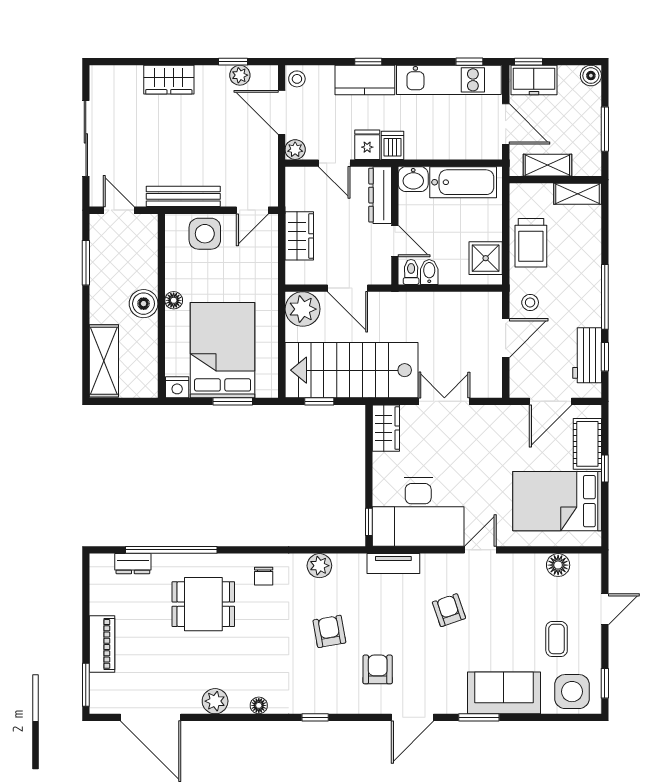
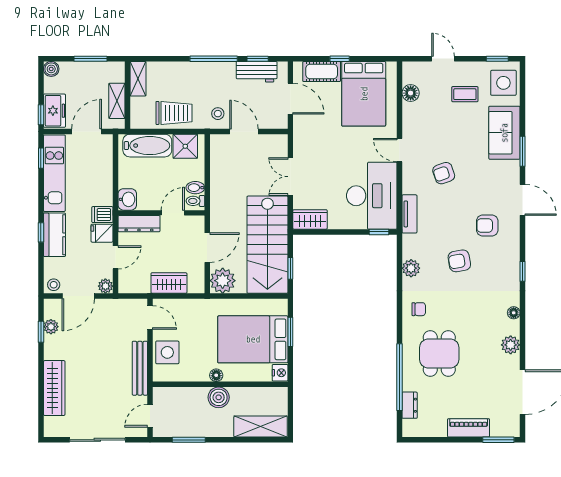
wardrobe: (169, 80) -> (54, 388), width x1.50
bathtub: (463, 182) -> (147, 146), moved, turned 90

